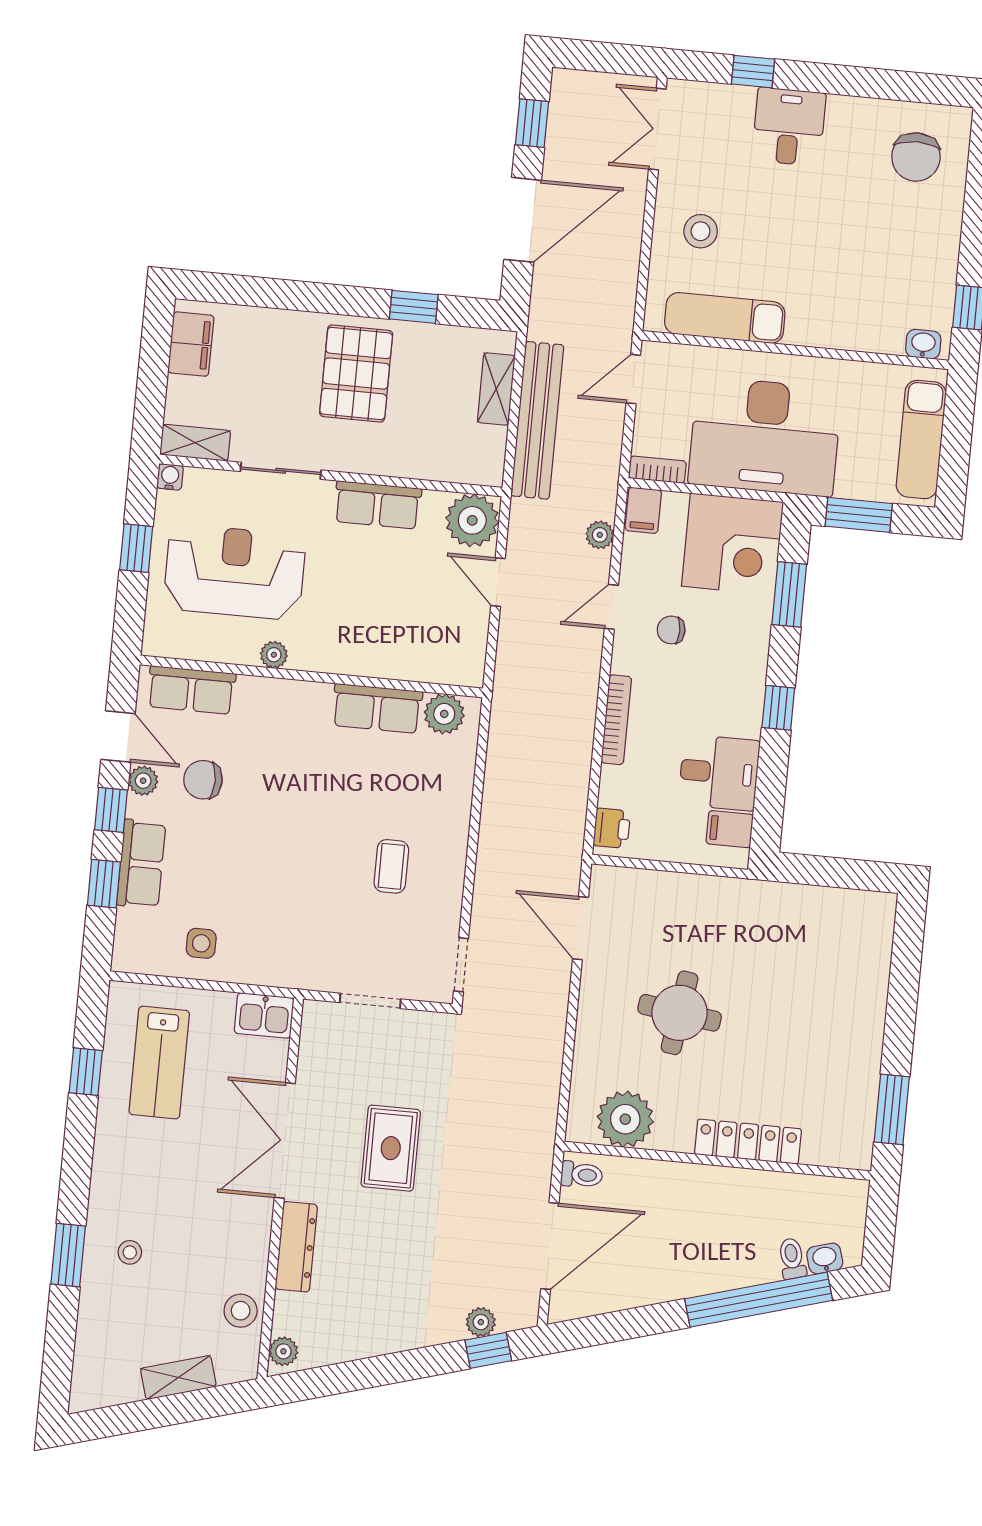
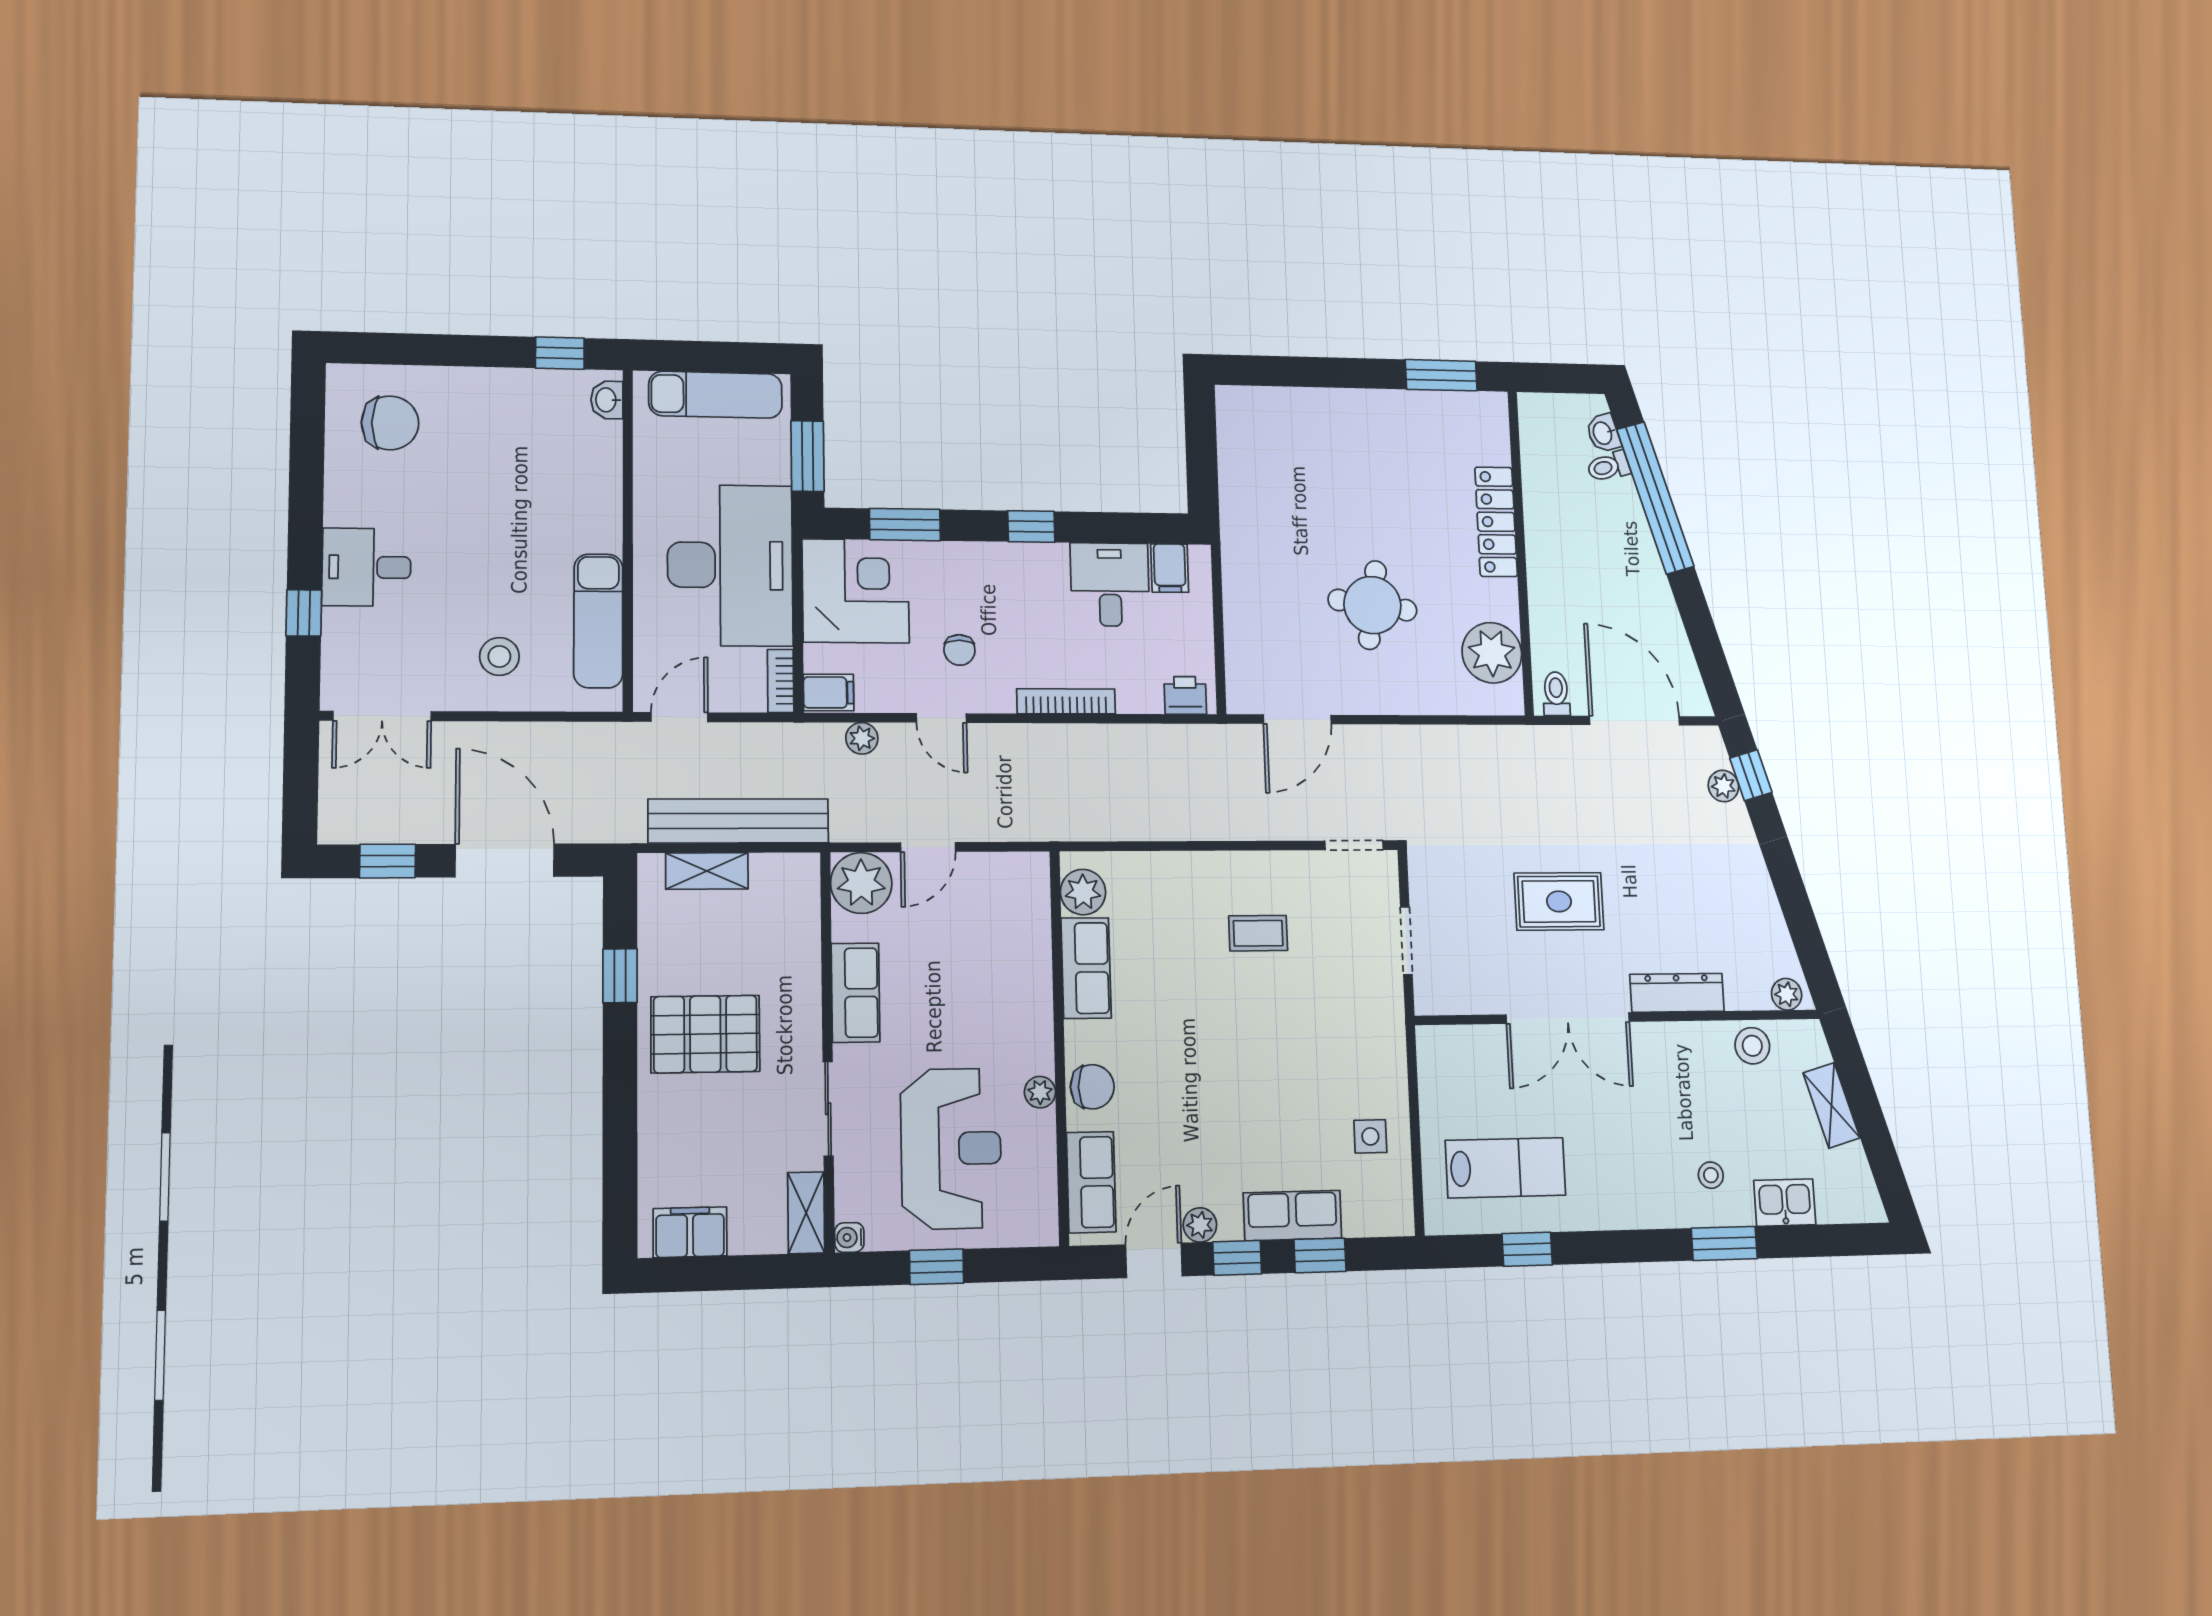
door: (633, 379) -> (679, 717), swing flipped
reception desk: (235, 572) -> (951, 1149), turned 180
chair: (203, 780) -> (1092, 1087), moved, turned -90
kitchen sink: (264, 1015) -> (1785, 1203), moved, turned -90

